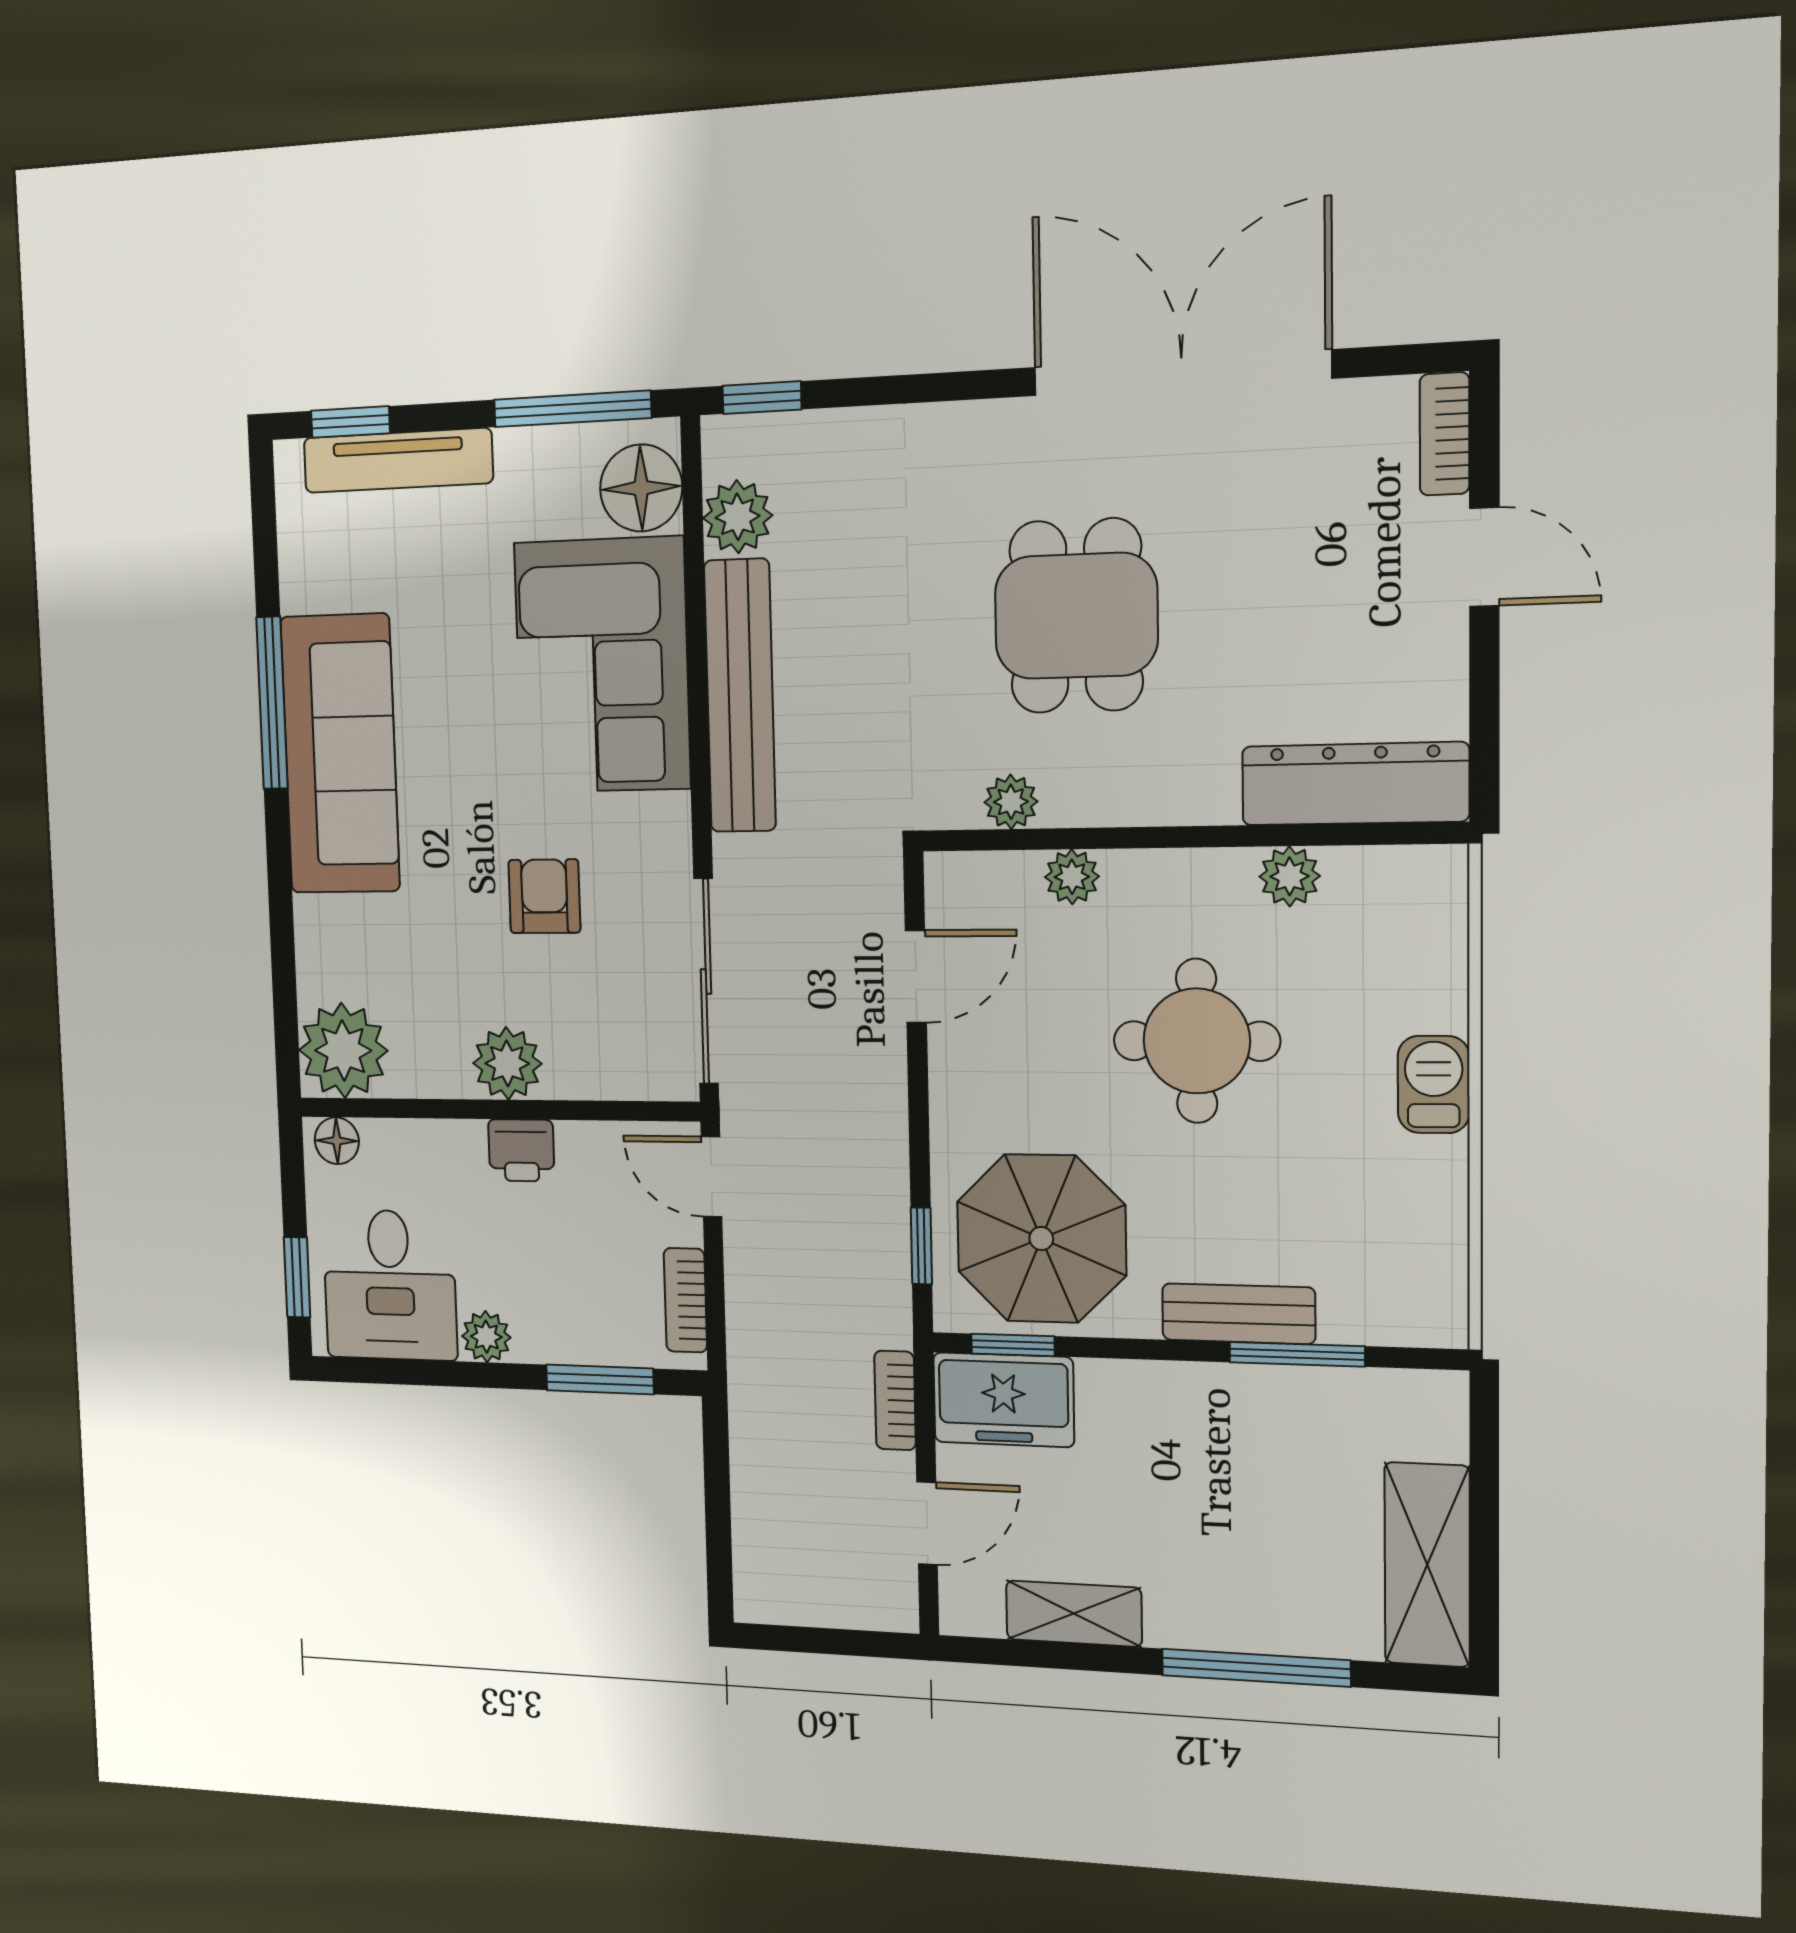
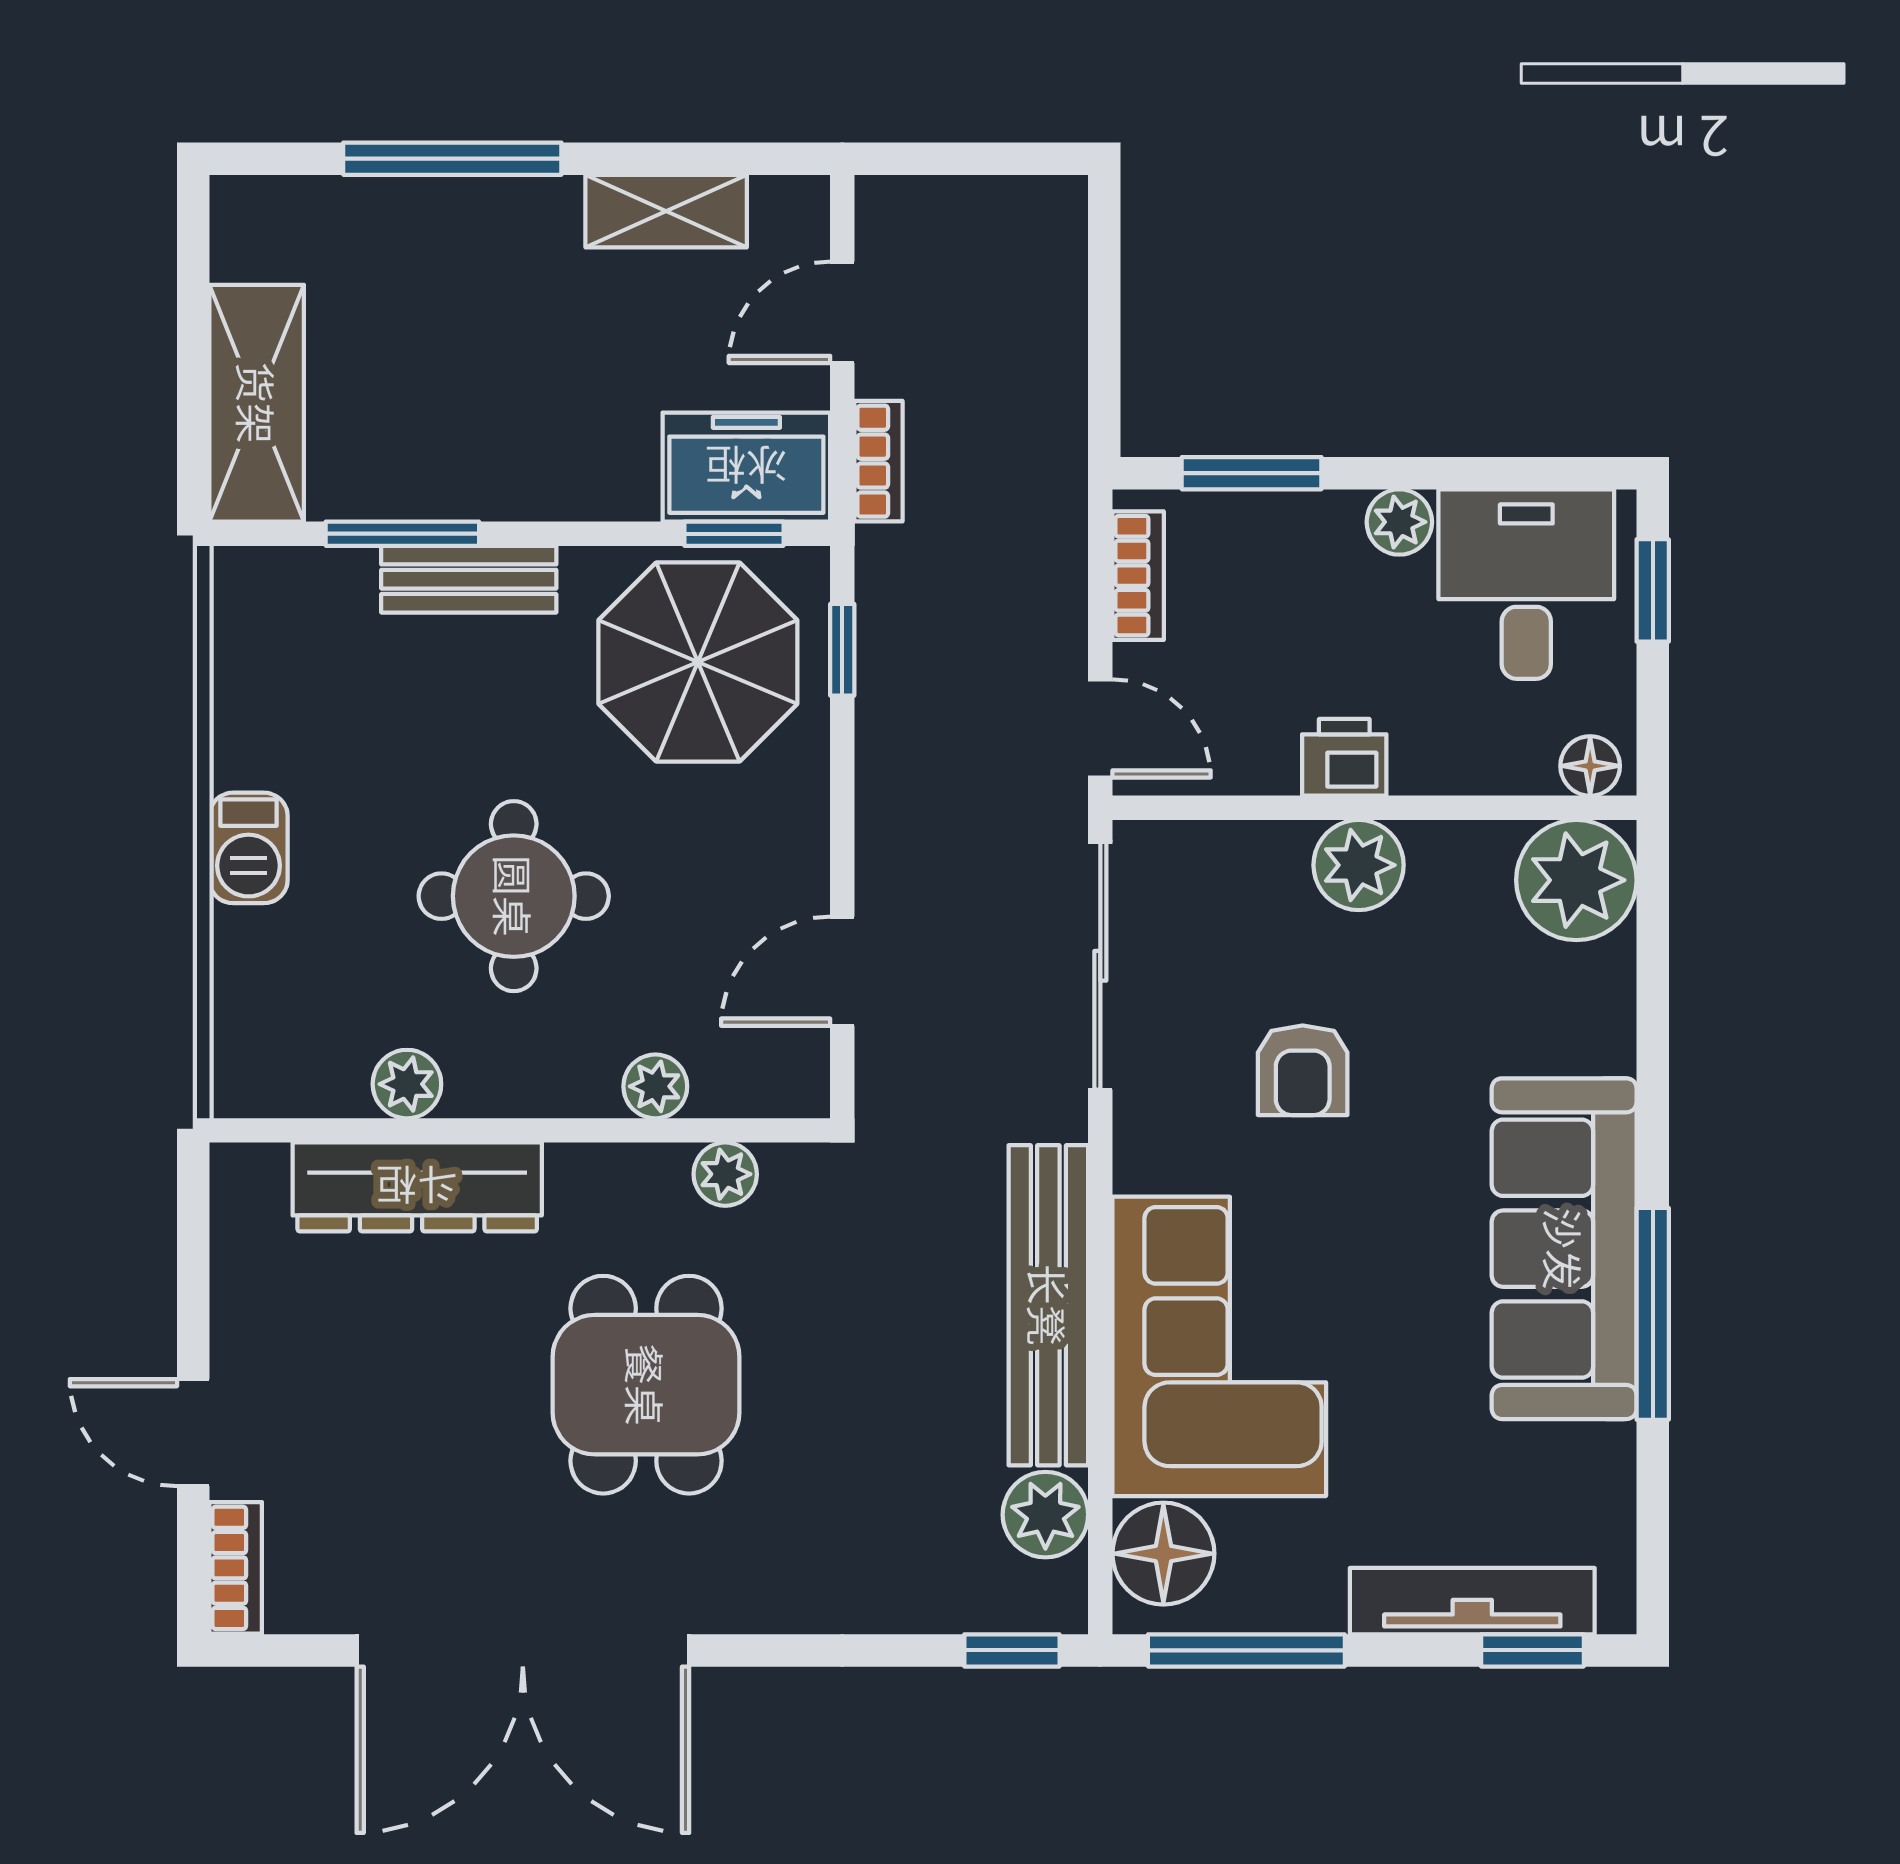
dresser: (1355, 784) -> (417, 1187), moved
shelving: (1427, 1565) -> (257, 403), moved

